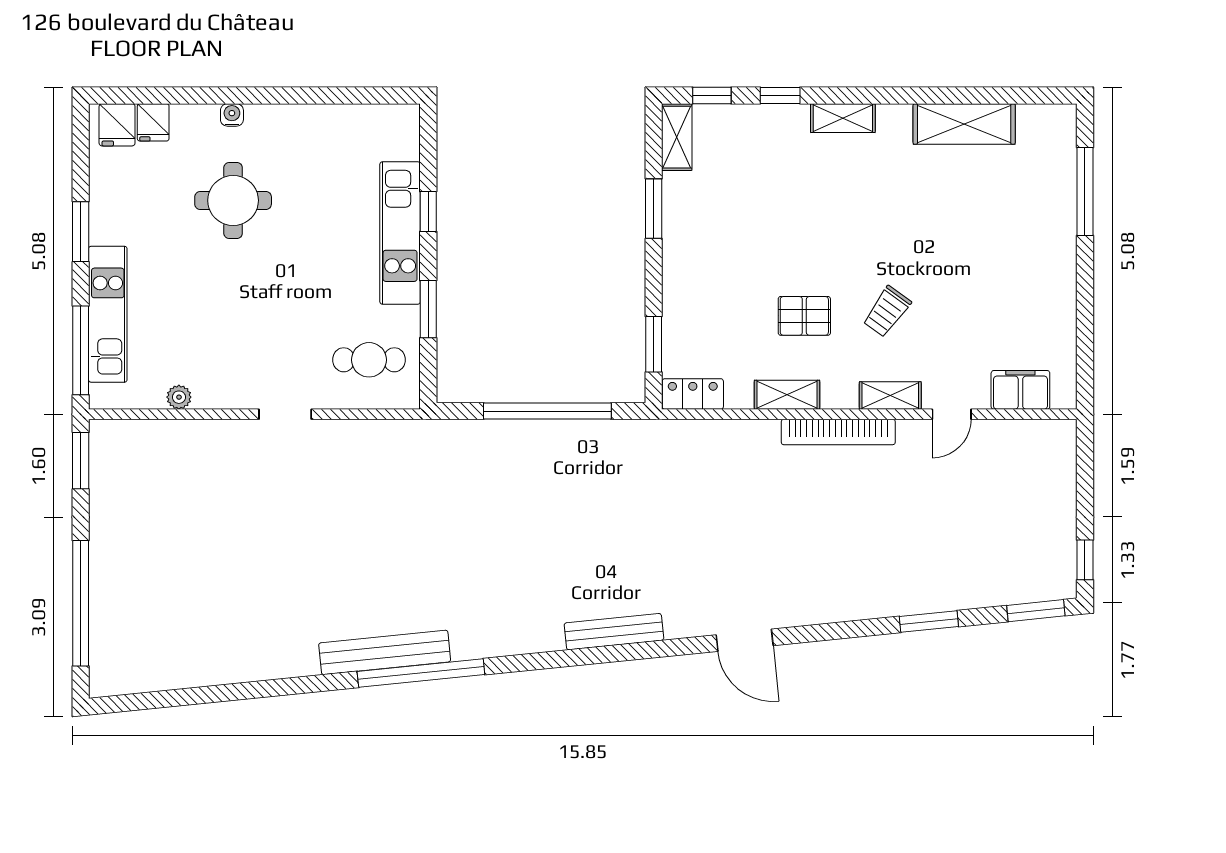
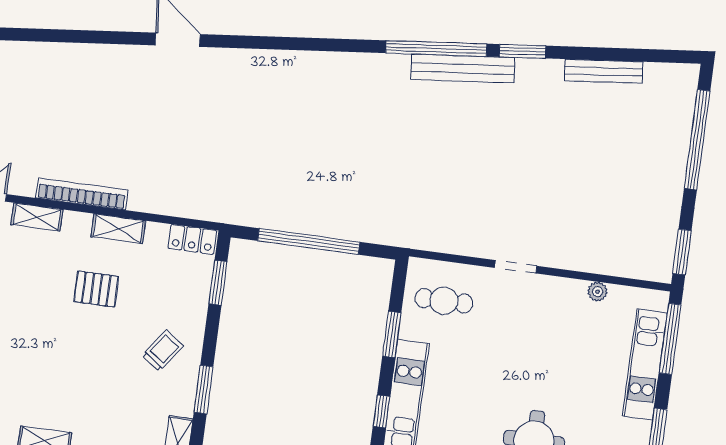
trolley: (887, 312) -> (163, 351), moved
window: (929, 621) -> (522, 51), moved
bench: (614, 632) -> (604, 71), moved

